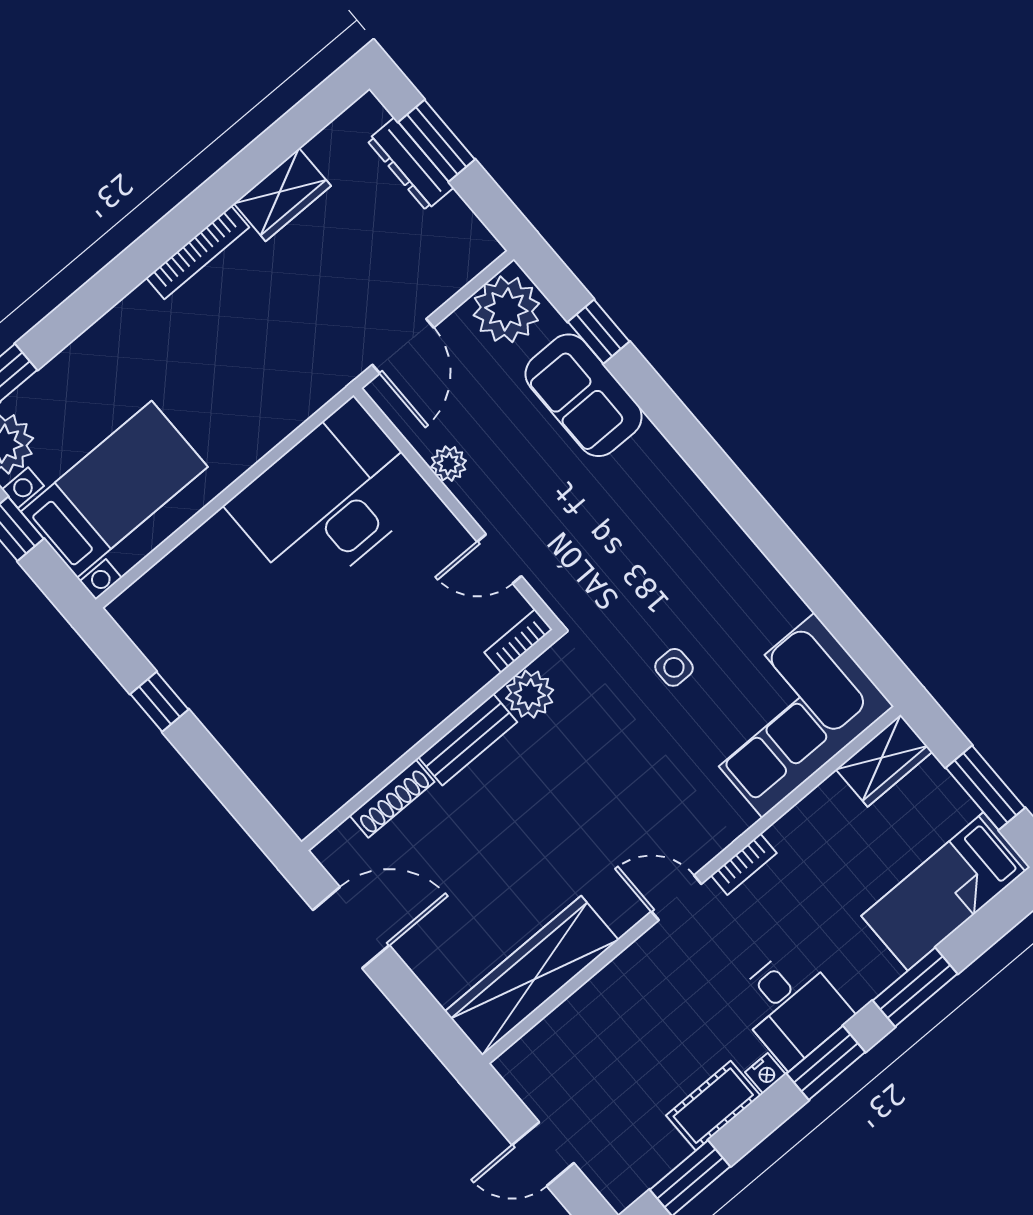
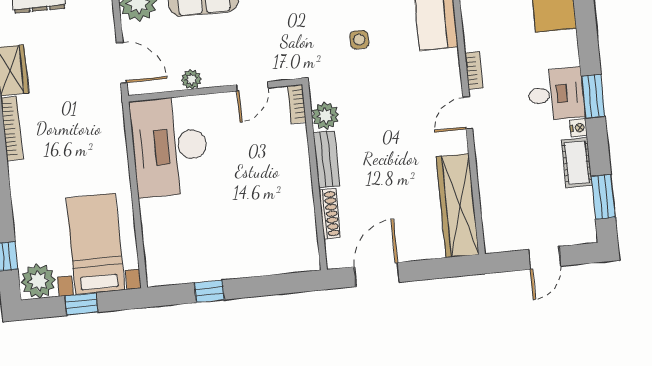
window: (915, 987) -> (587, 30), removed

